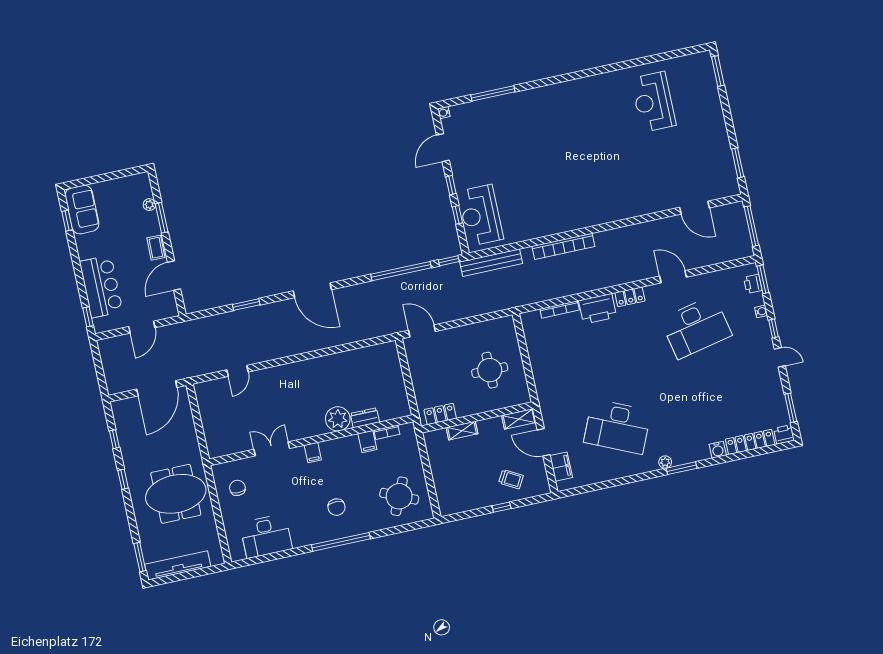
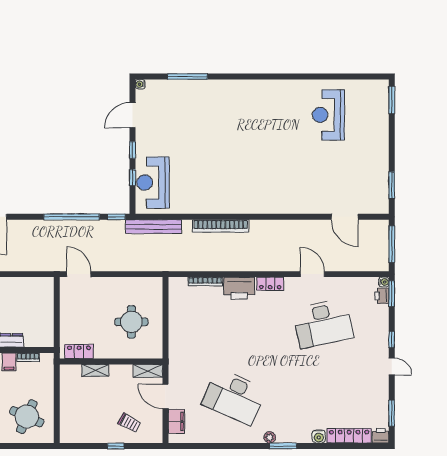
water cooler: (761, 311) -> (384, 282), moved

